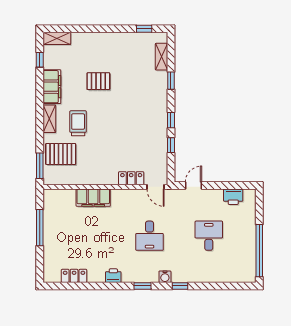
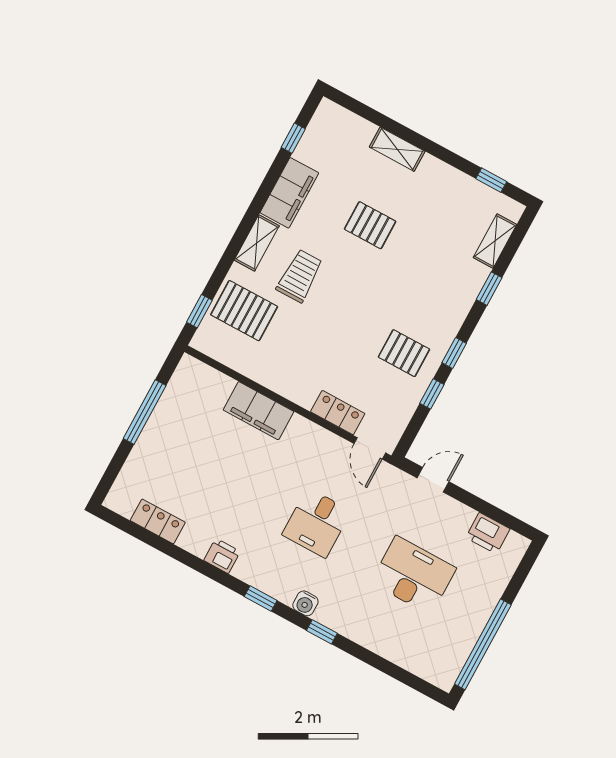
shelving: (57, 38) -> (397, 149), moved
pallet: (147, 133) -> (404, 353), added
window: (40, 166) -> (199, 311), width x0.67
desk: (209, 236) -> (413, 575), width x1.37

